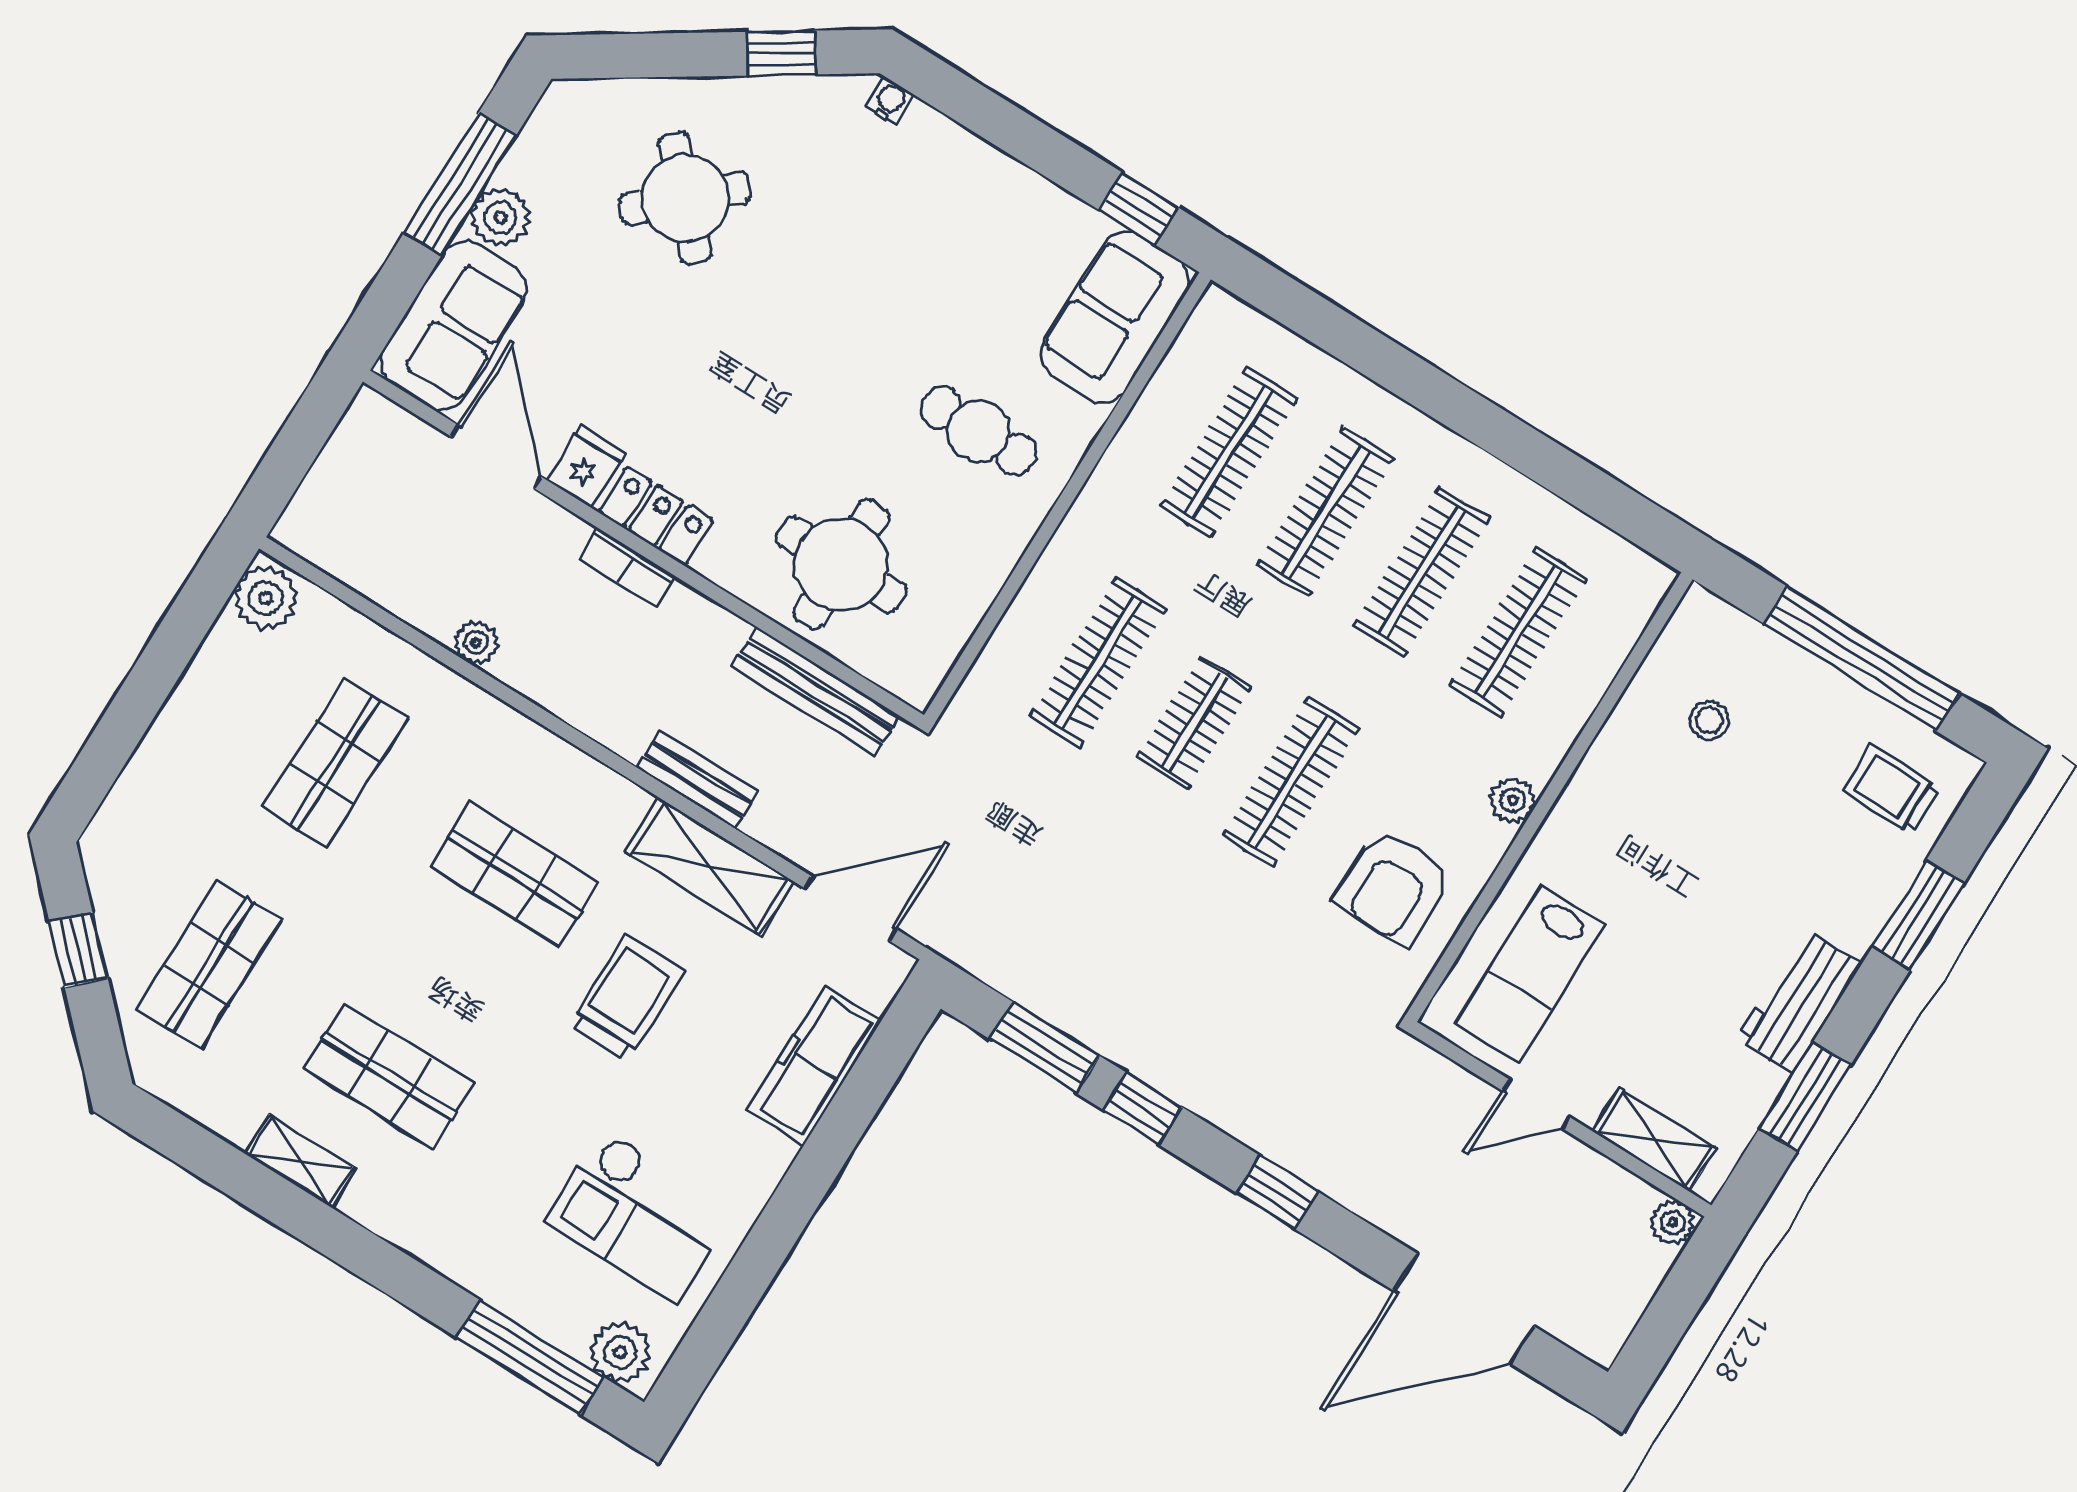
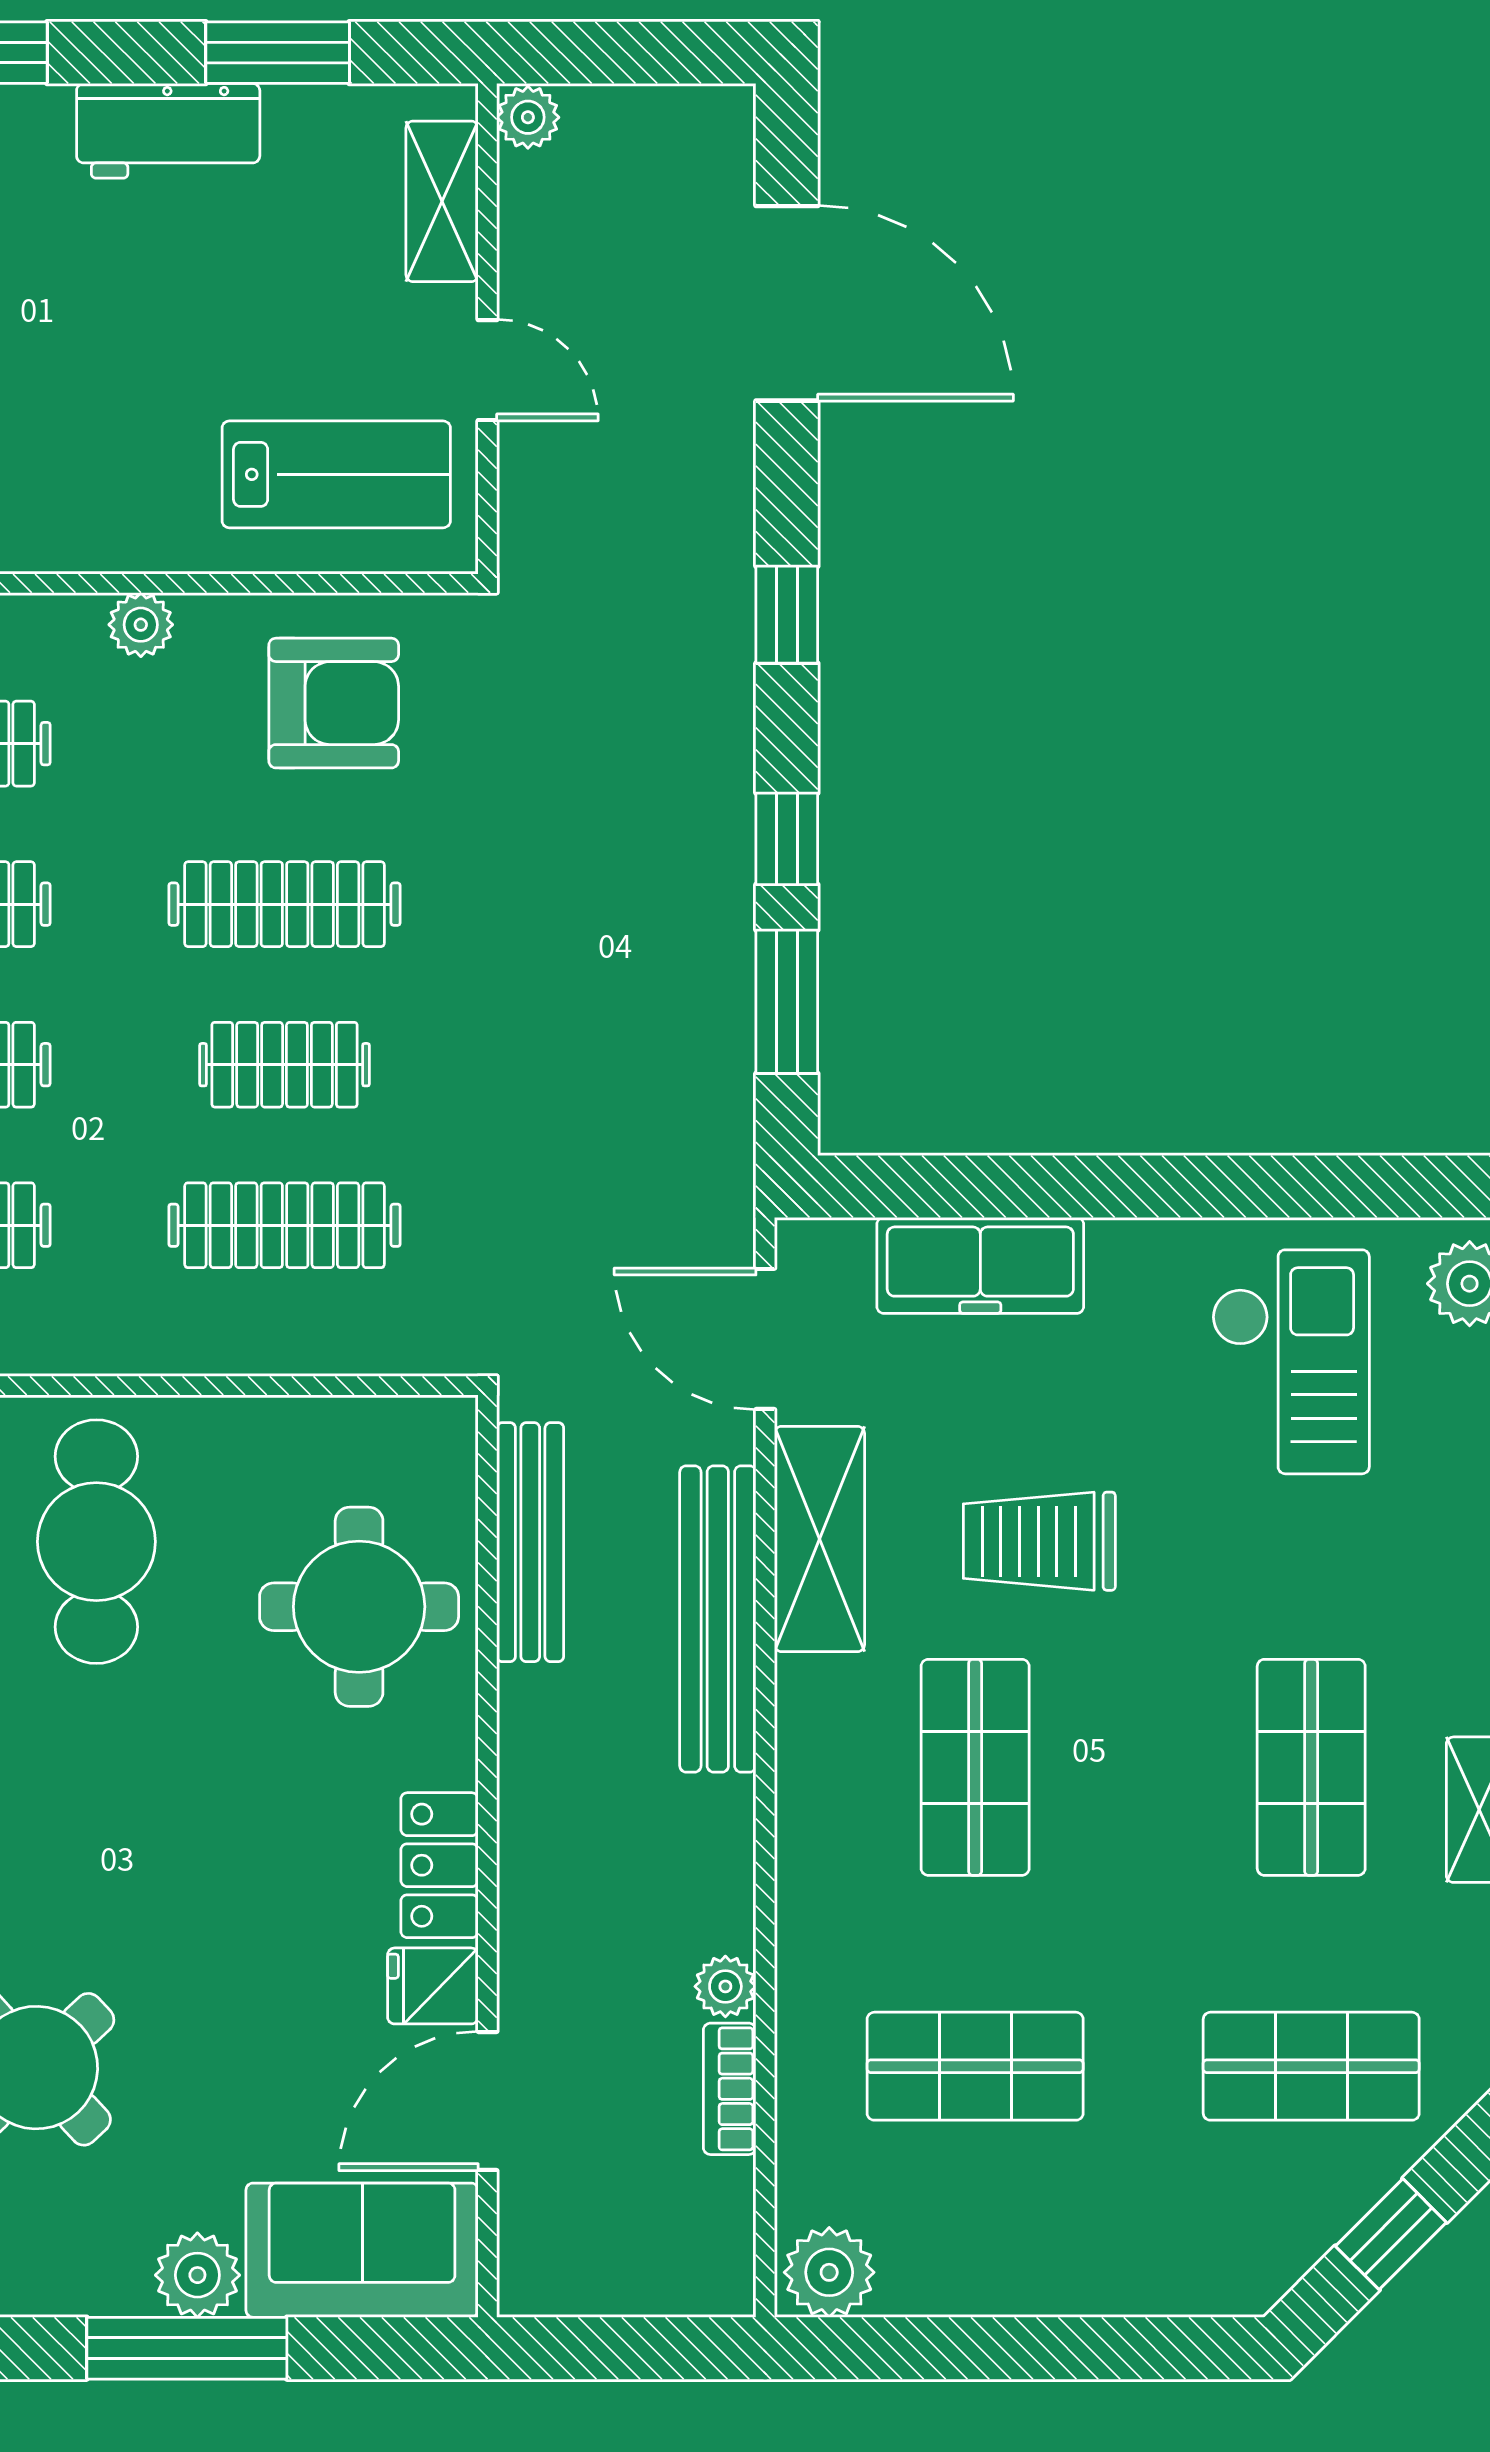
cafe table: (979, 431) -> (96, 1542), width x1.37, depth x1.35
bookcase: (627, 568) -> (730, 2089), moved, turned 180
bench: (697, 779) -> (718, 1619), width x1.86, depth x1.21

